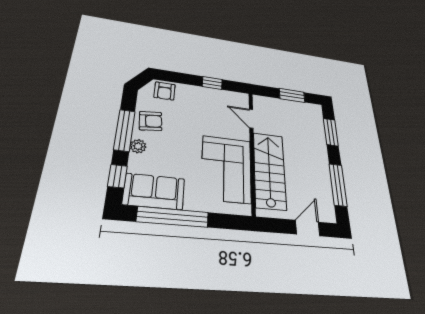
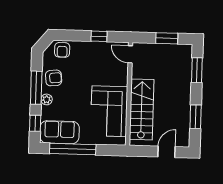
door: (251, 119) -> (130, 54), moved
window: (338, 185) -> (196, 117), width x0.69

